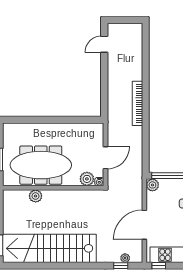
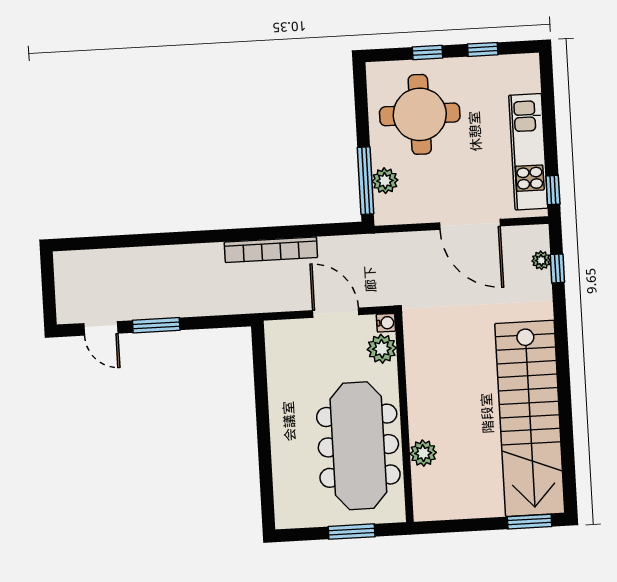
window: (104, 71) -> (156, 325), added
bookcase: (137, 103) -> (271, 250), moved
plant: (152, 185) -> (385, 181), moved

